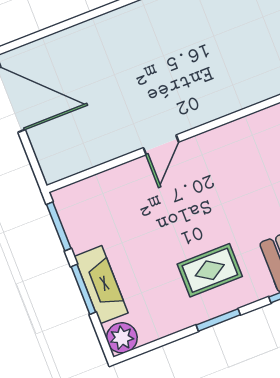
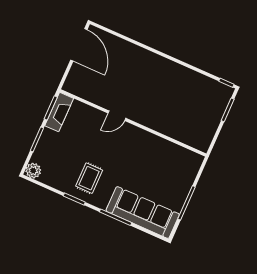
rug: (210, 270) -> (89, 178), turned 90
fireplace: (101, 285) -> (59, 112), moved

